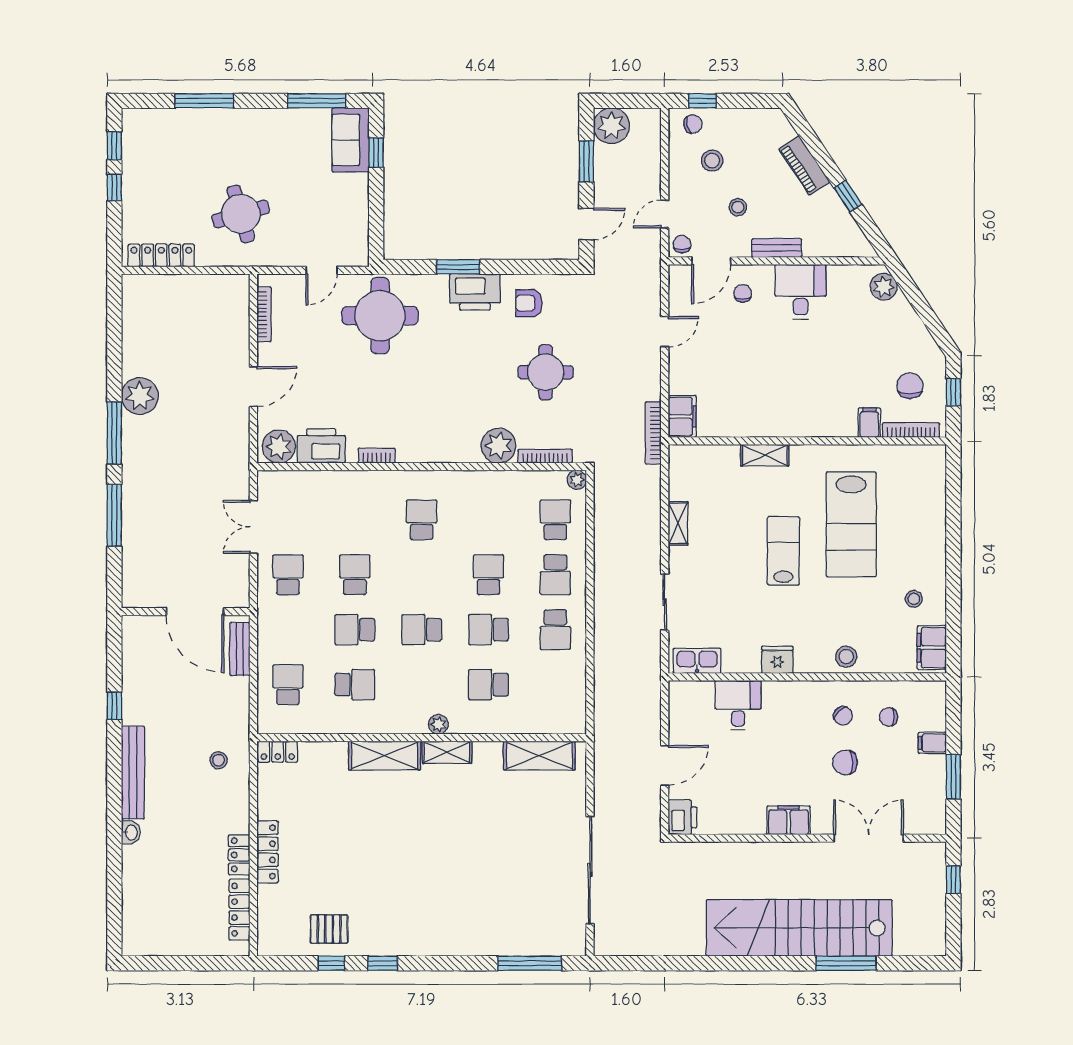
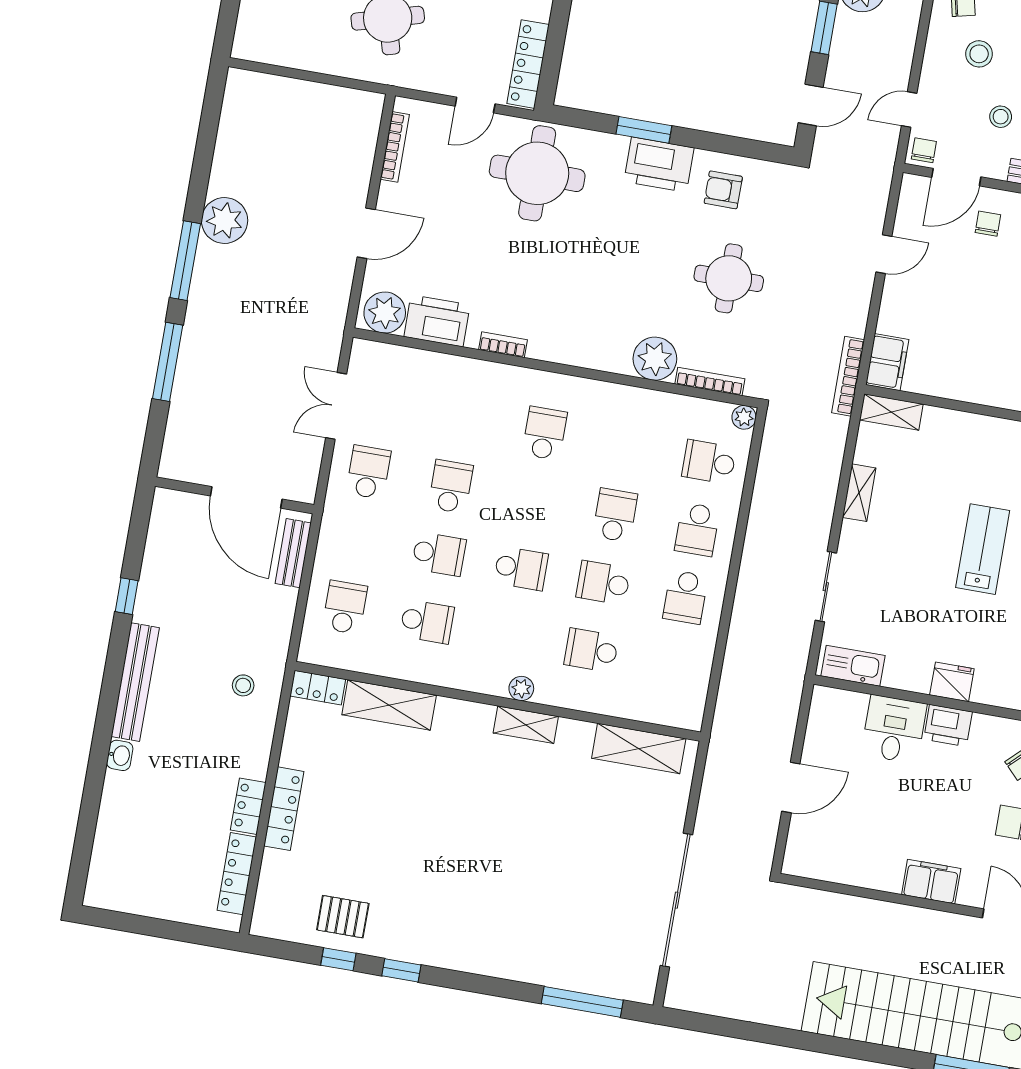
locker: (161, 255) -> (528, 64), moved, turned -90
shelving: (765, 455) -> (891, 412), moved
school desk: (555, 520) -> (709, 462), turned -90
school desk: (355, 630) -> (439, 554), turned 180
school desk: (422, 630) -> (521, 568), turned 180
shelving: (385, 756) -> (389, 705), moved
printer: (683, 817) -> (948, 726), moved, turned 90

